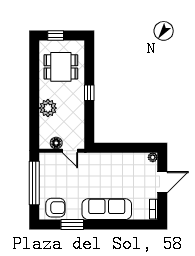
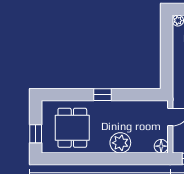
floor lamp: (56, 143) -> (161, 146), moved

